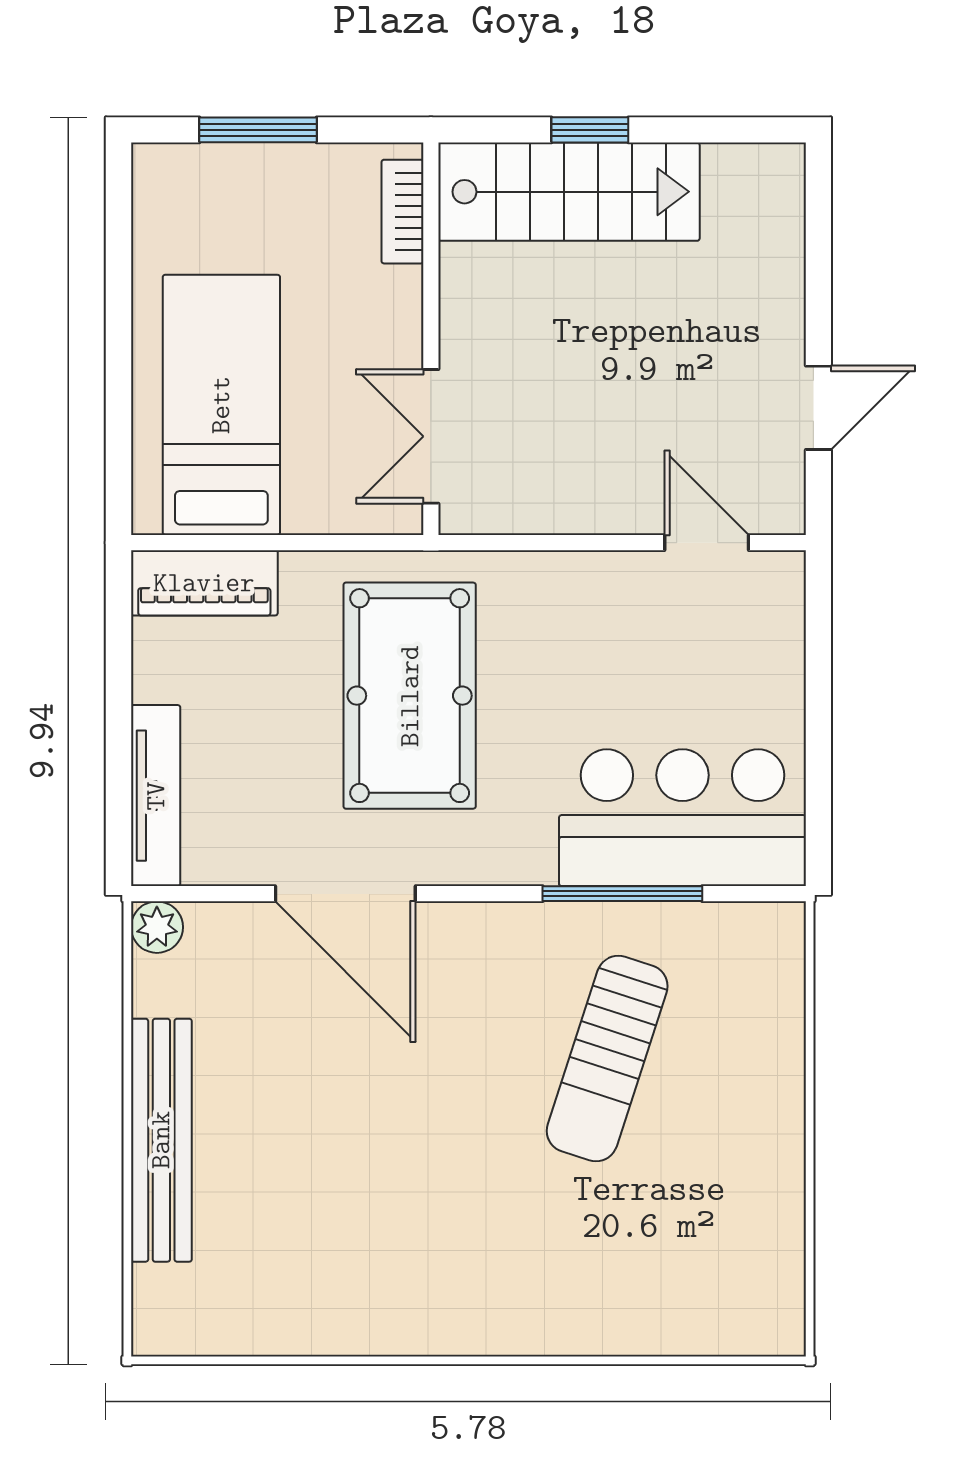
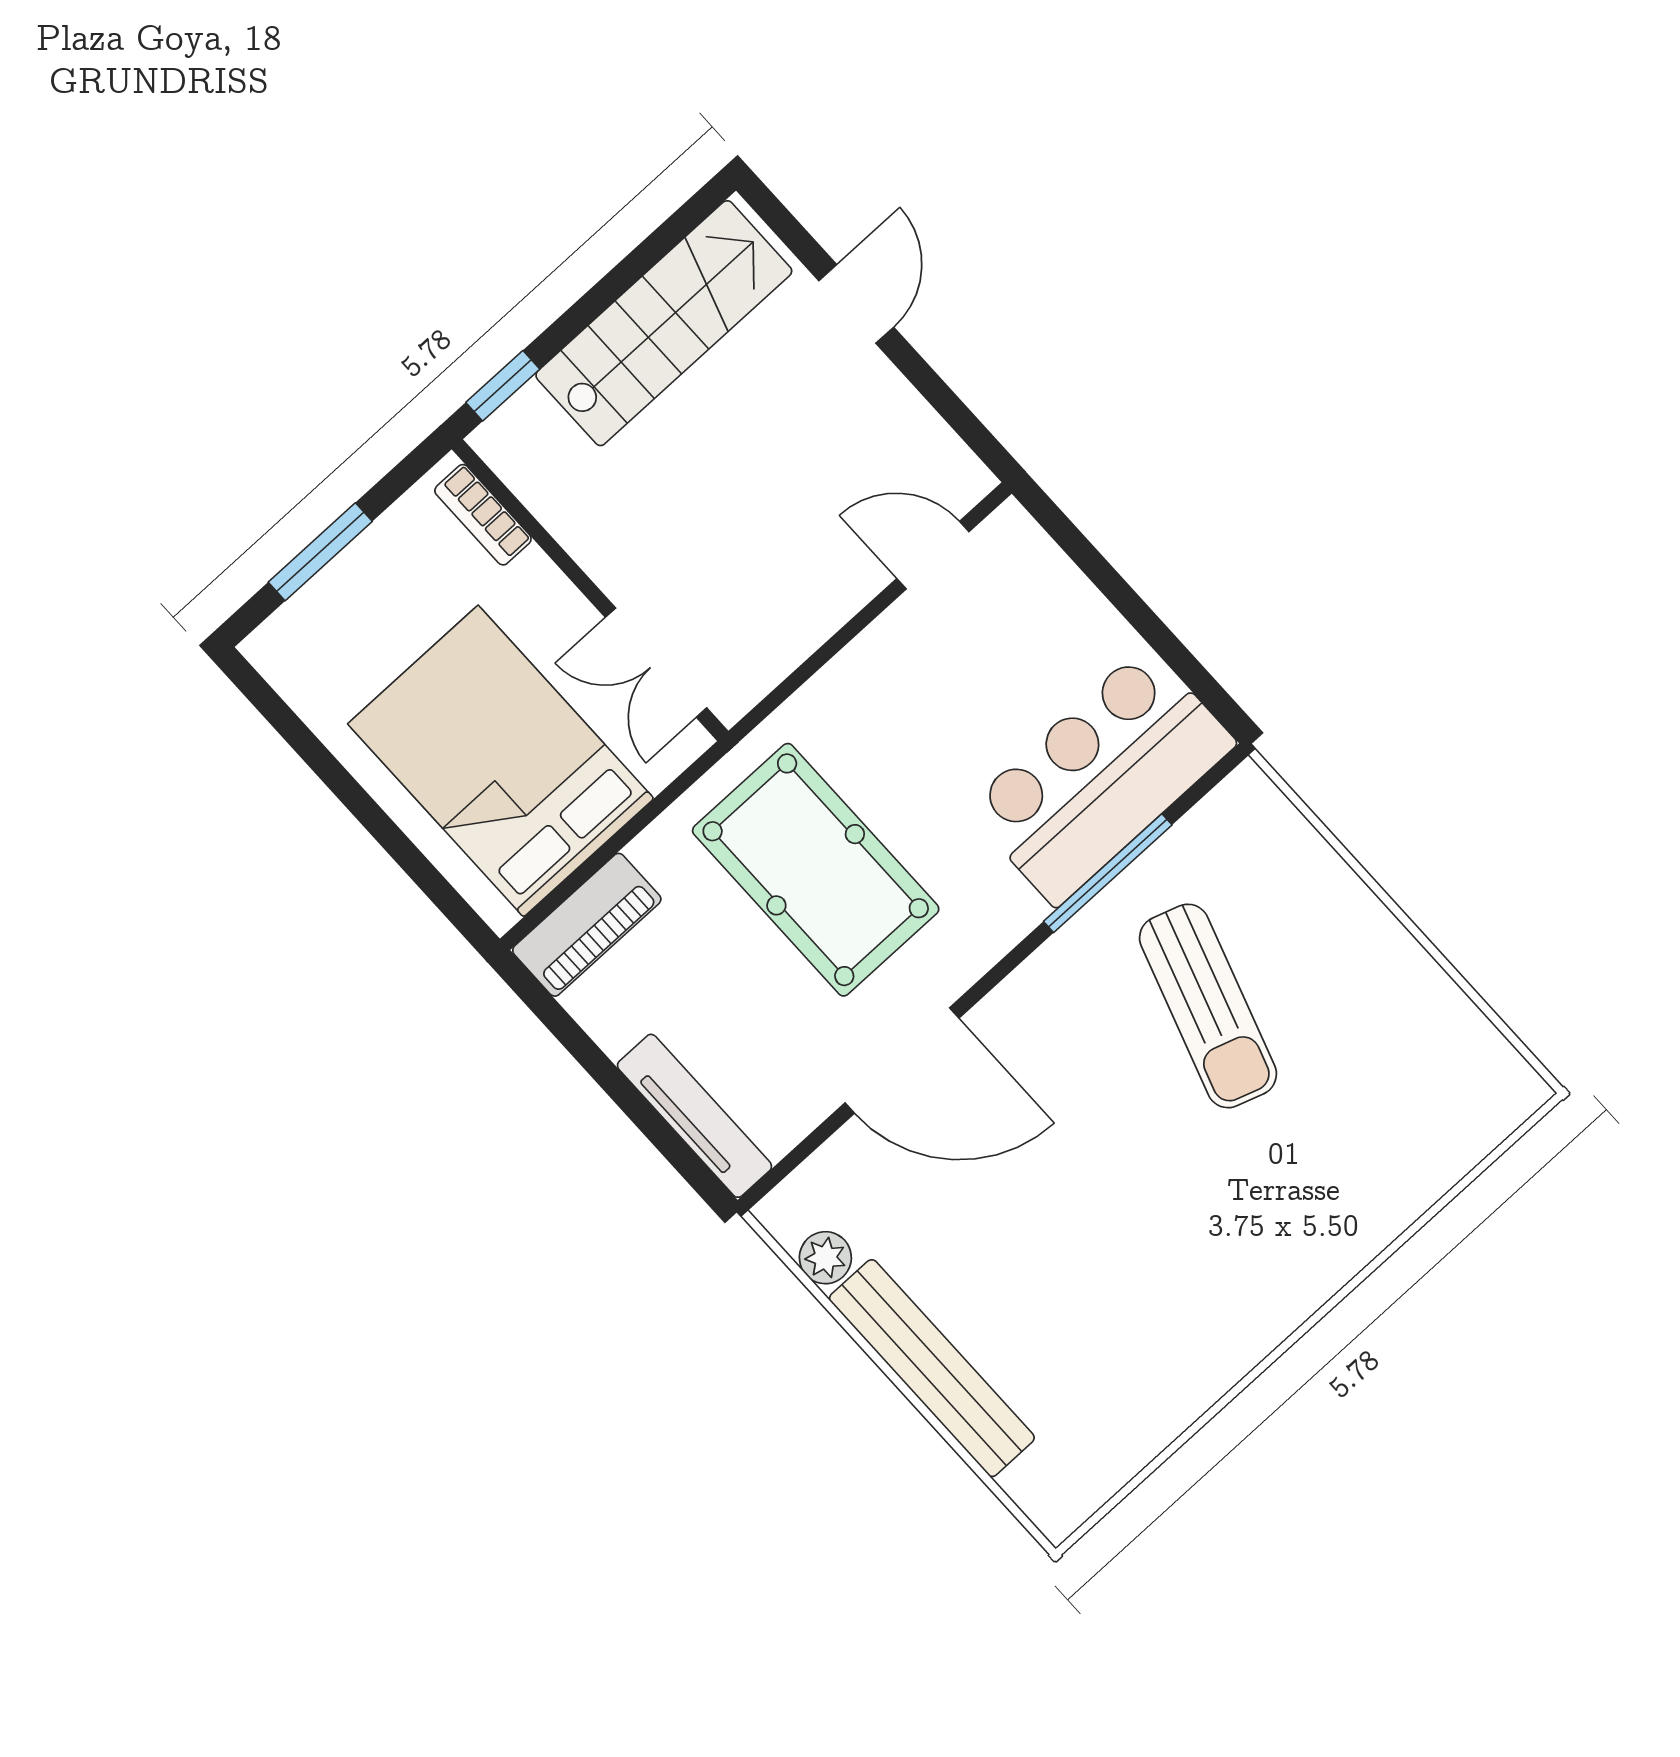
window: (590, 130) -> (503, 386), moved
stairs: (569, 192) -> (664, 323), moved
bed: (221, 405) -> (501, 761), width x1.50
door: (818, 408) -> (856, 304), moved
plant: (157, 927) -> (825, 1258), moved

